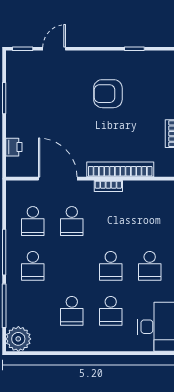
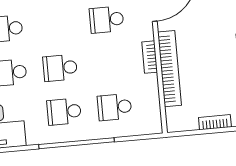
school desk: (150, 221) -> (115, 107), added

